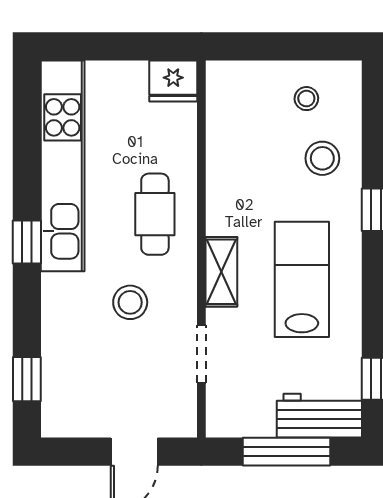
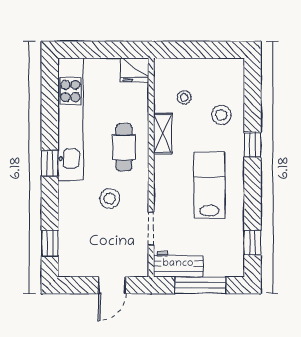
stool: (306, 99) -> (184, 97), moved
shelving: (221, 272) -> (163, 134), moved
workbench: (319, 416) -> (178, 264), moved

